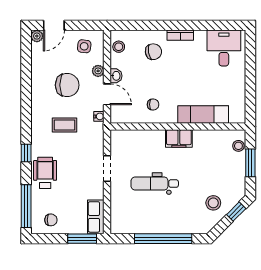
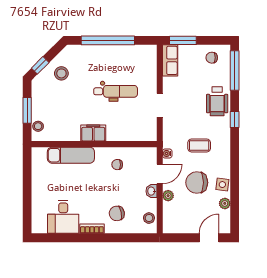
plant: (37, 36) -> (225, 203), moved
side table: (84, 46) -> (222, 185), moved
desk: (224, 48) -> (63, 217), moved
door: (107, 94) -> (160, 174), swing flipped

